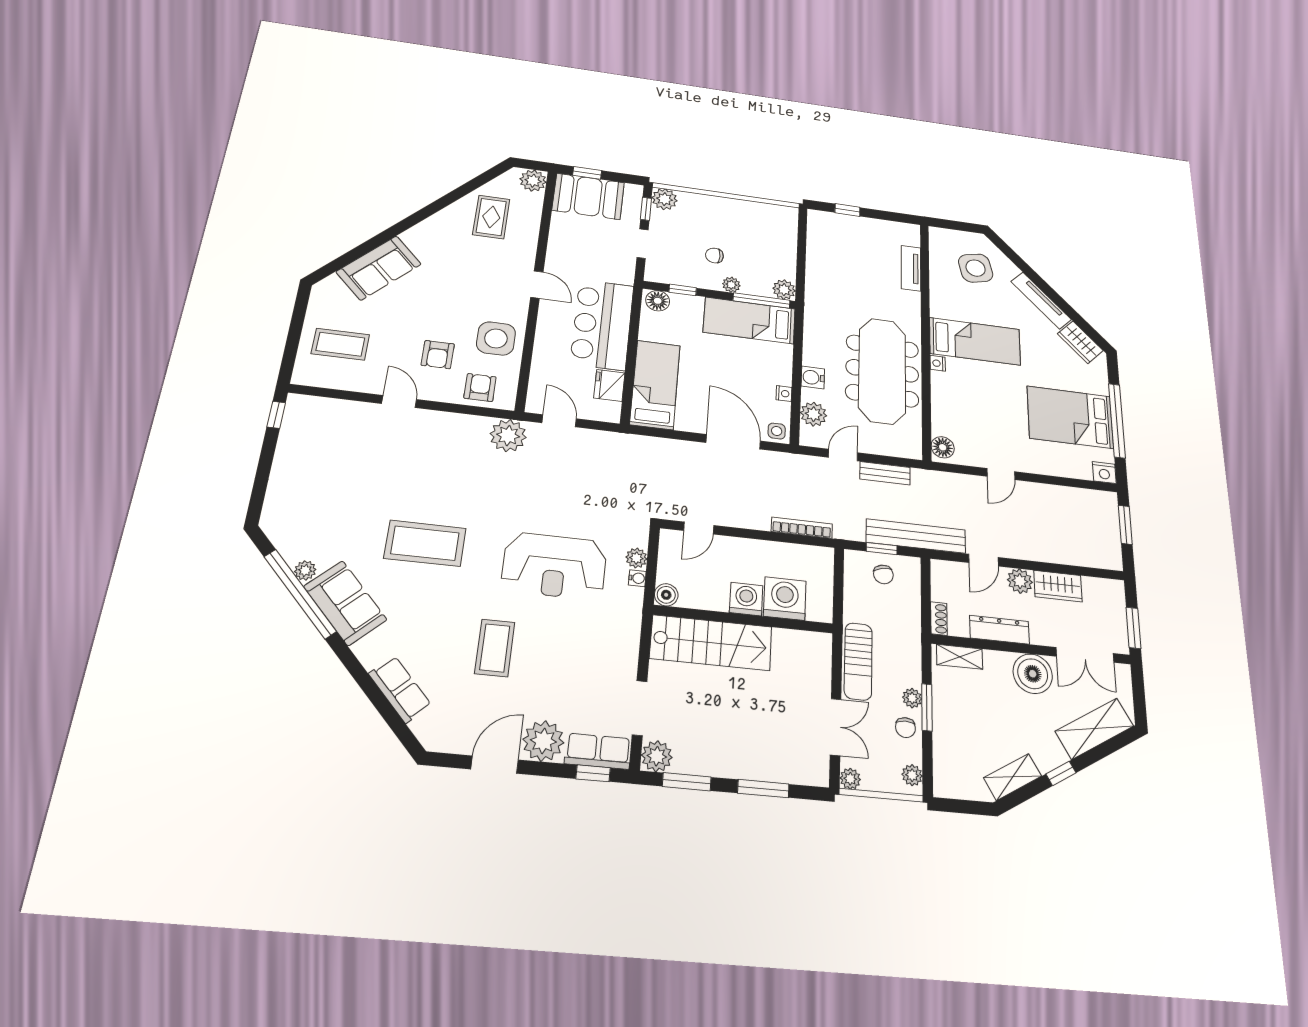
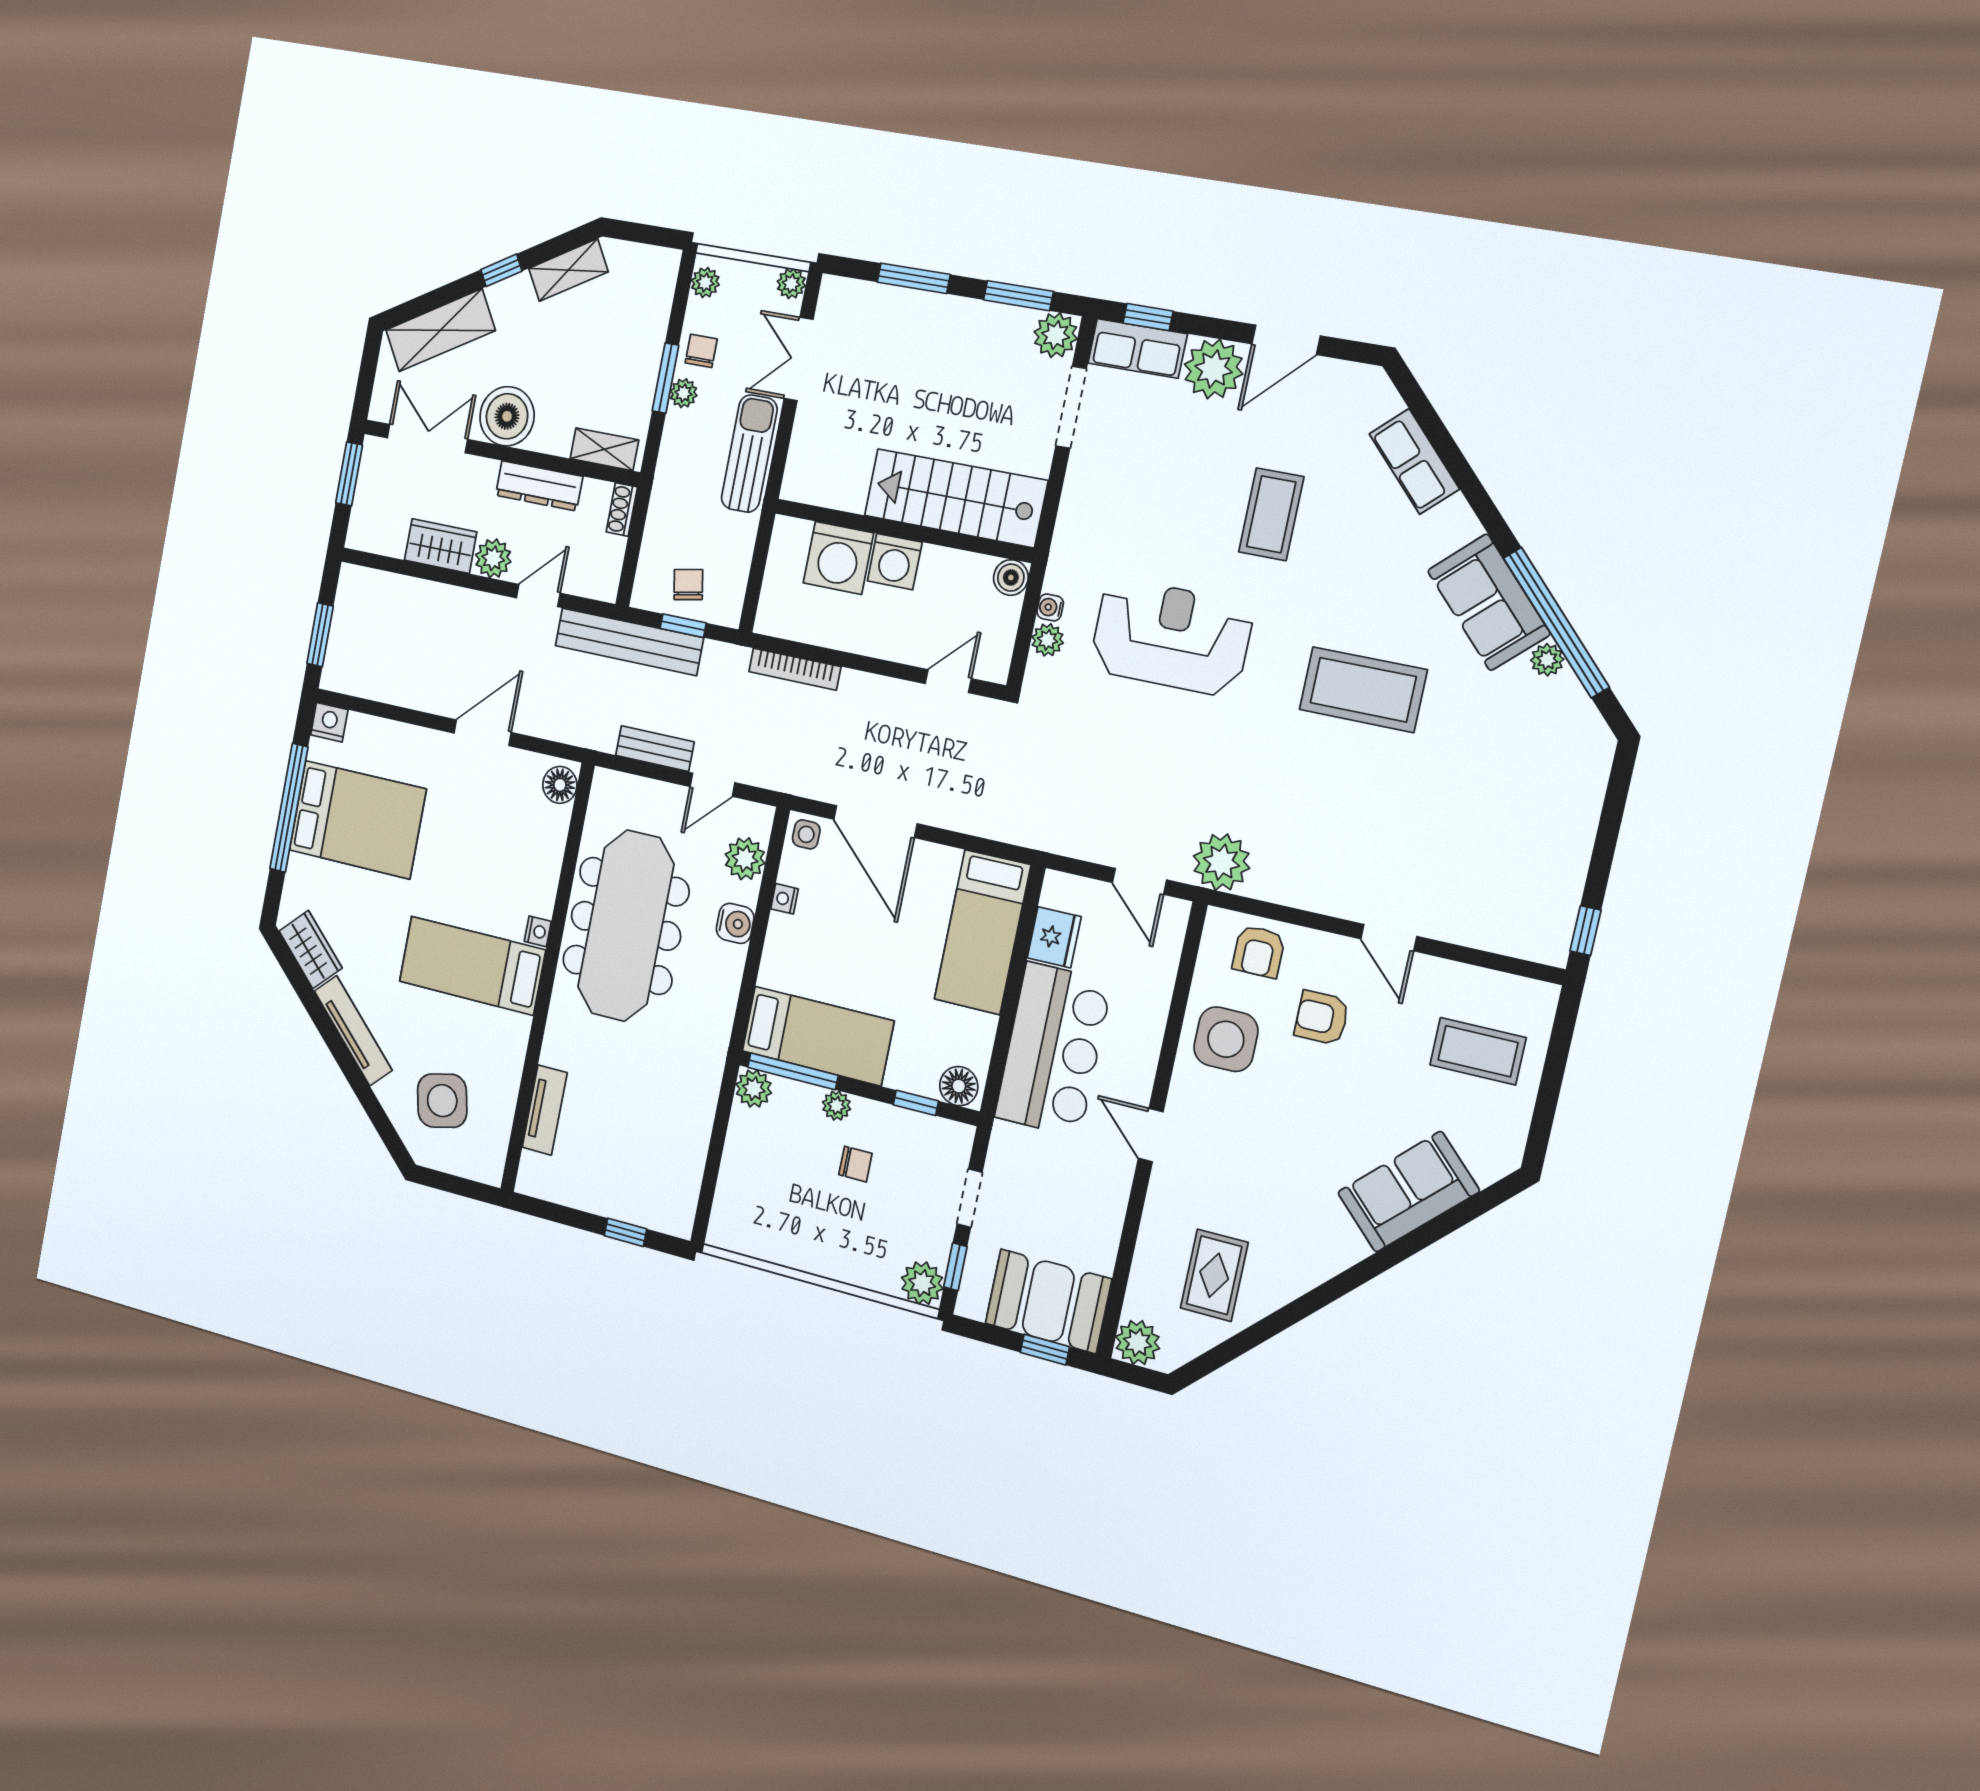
armchair: (438, 355) -> (1322, 1018), turned -90
door: (1001, 474) -> (483, 733), width x1.38

